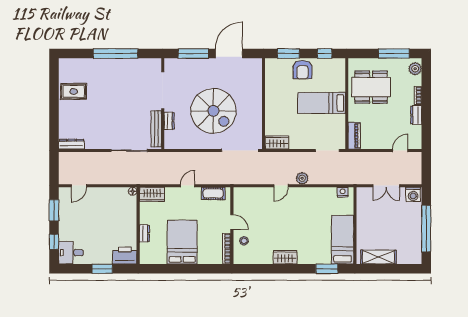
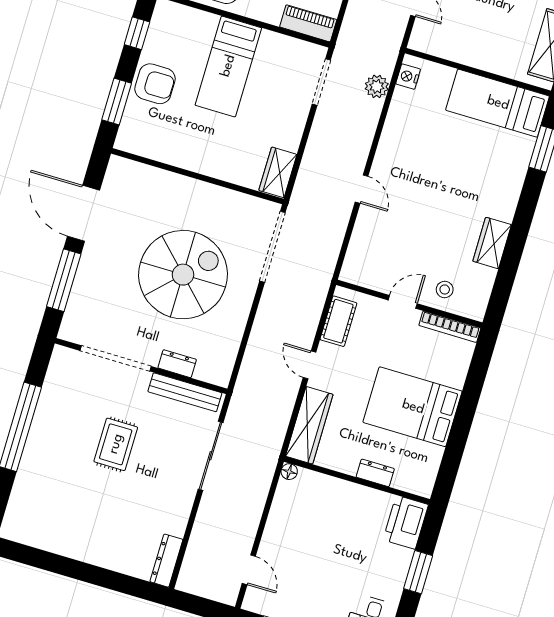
rug: (74, 91) -> (116, 444), moved
plant: (302, 178) -> (377, 86), moved
wardrobe: (152, 194) -> (309, 425), width x1.50
wardrobe: (285, 257) -> (492, 243), moved

